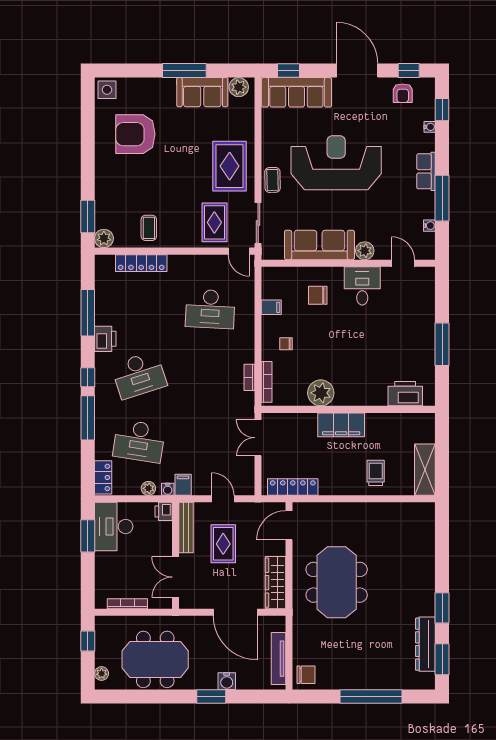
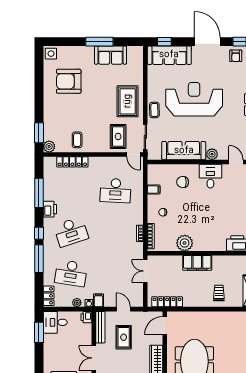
plant: (239, 87) -> (133, 52), removed
desk: (114, 526) -> (55, 322), width x0.73

